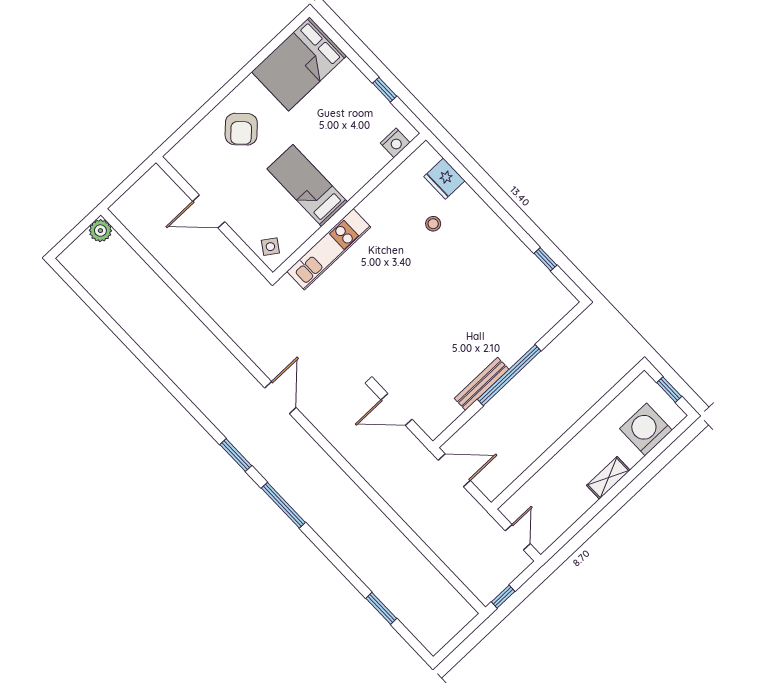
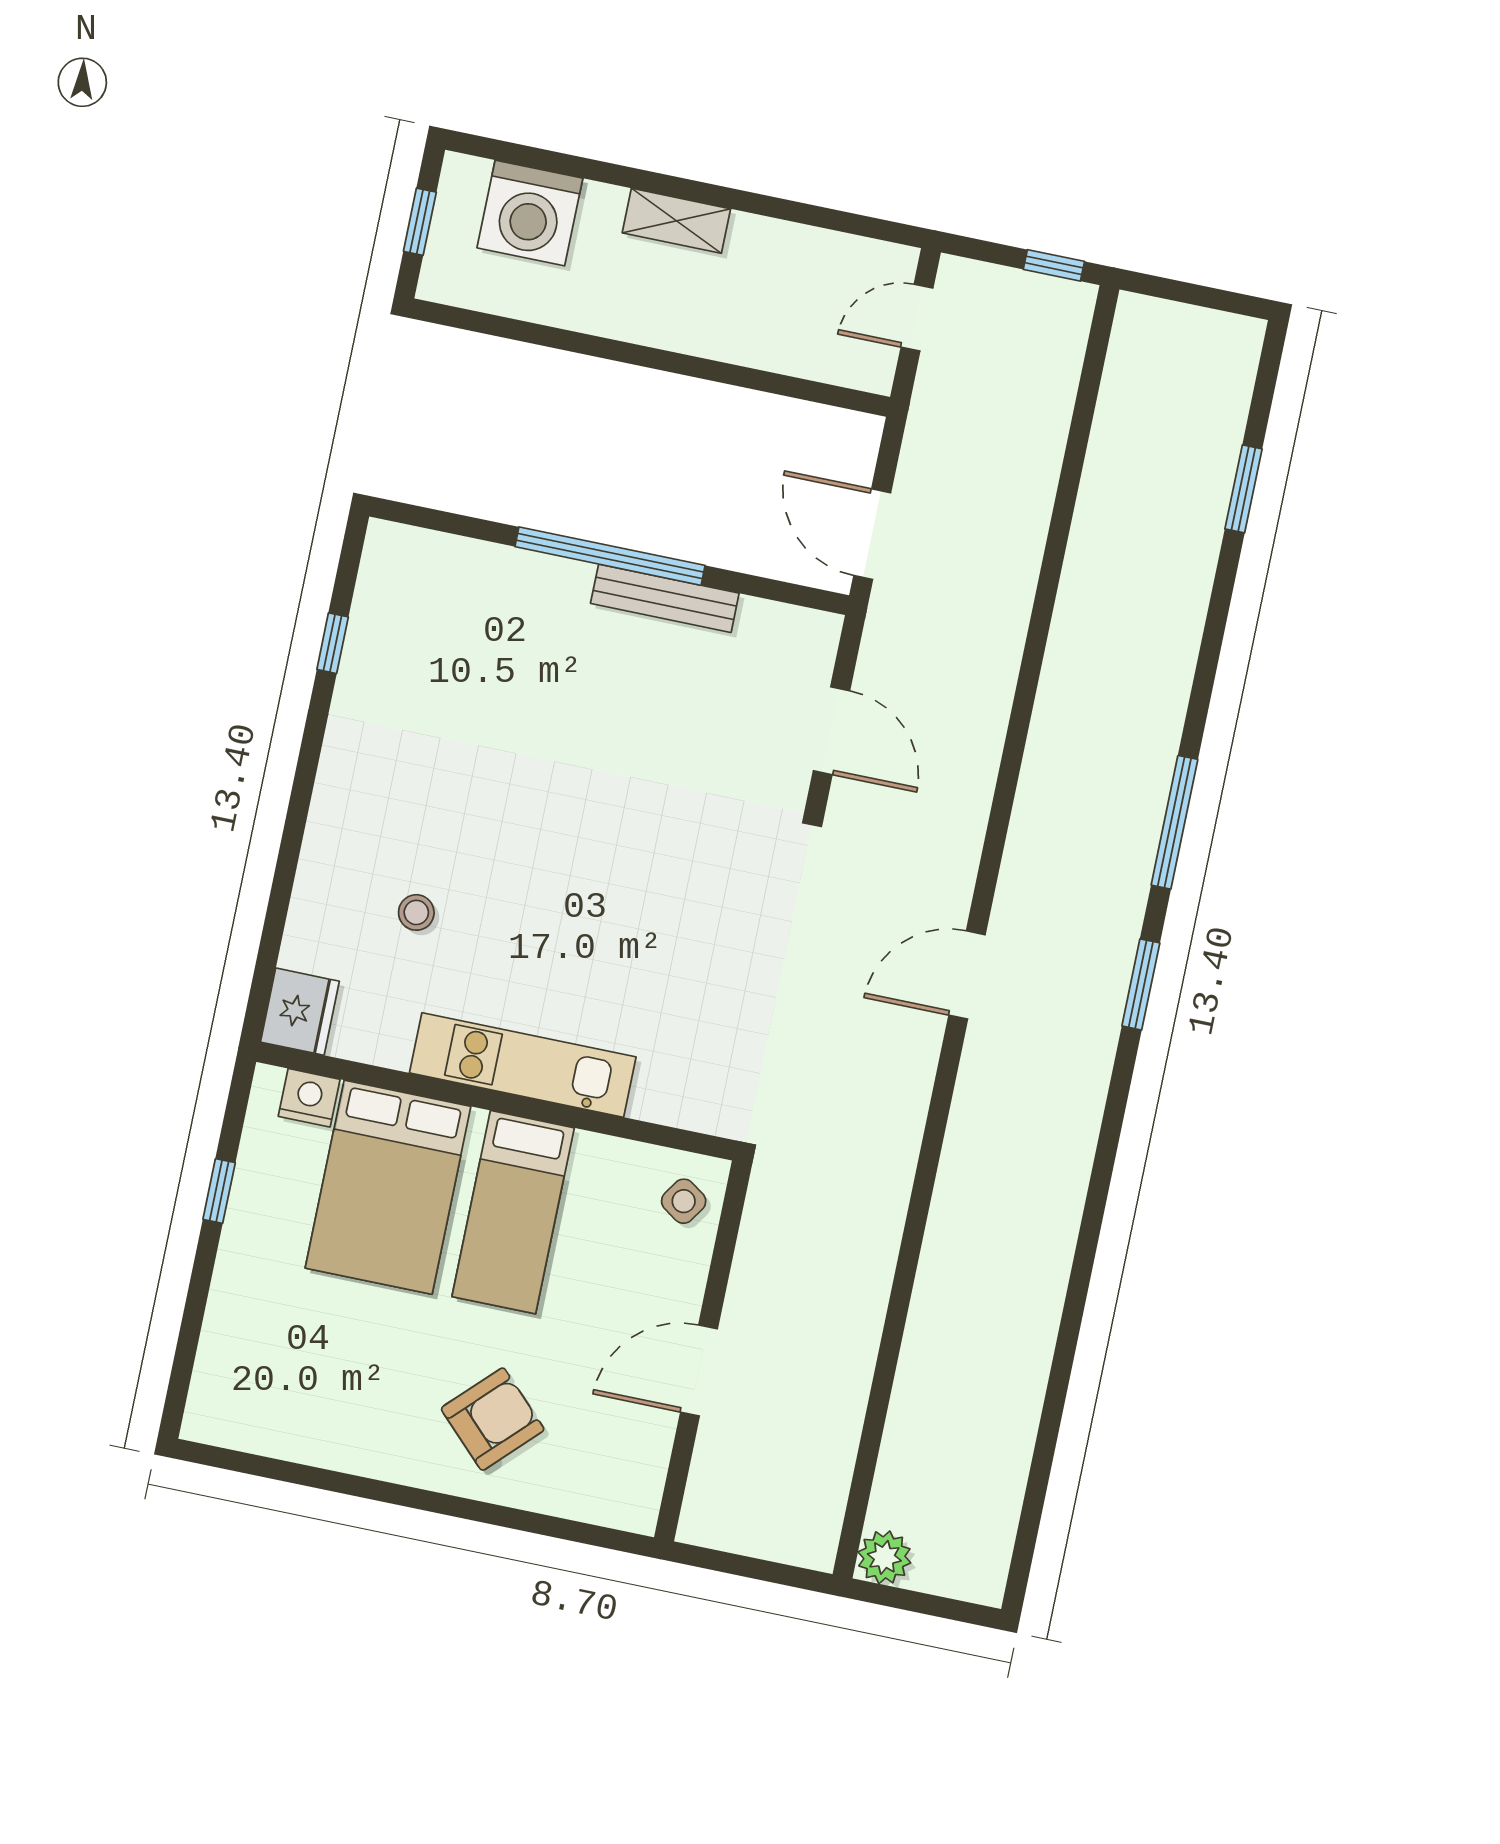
bed: (299, 64) -> (388, 1187), moved, turned 90
fridge: (444, 179) -> (300, 1012), moved
door: (209, 212) -> (699, 1370), swing flipped
kitchen unit: (329, 249) -> (523, 1065), moved

